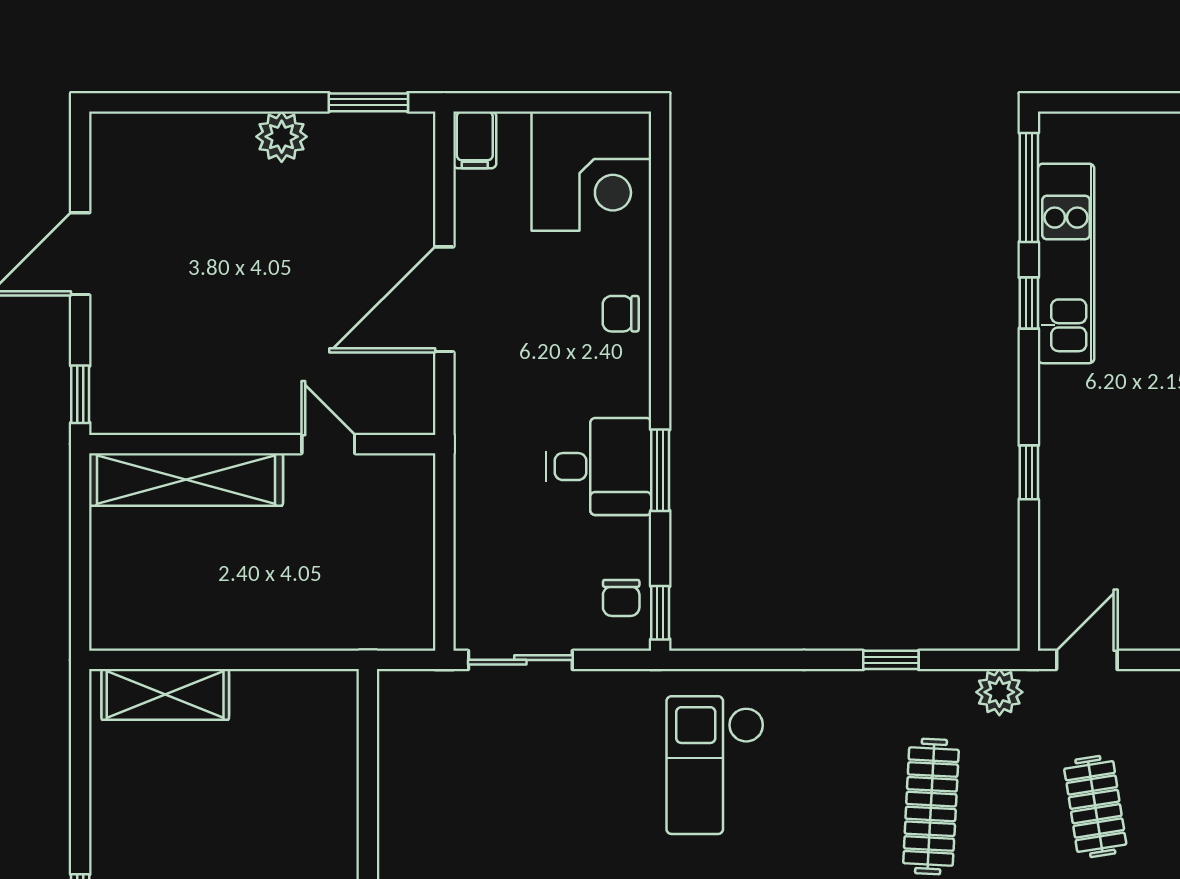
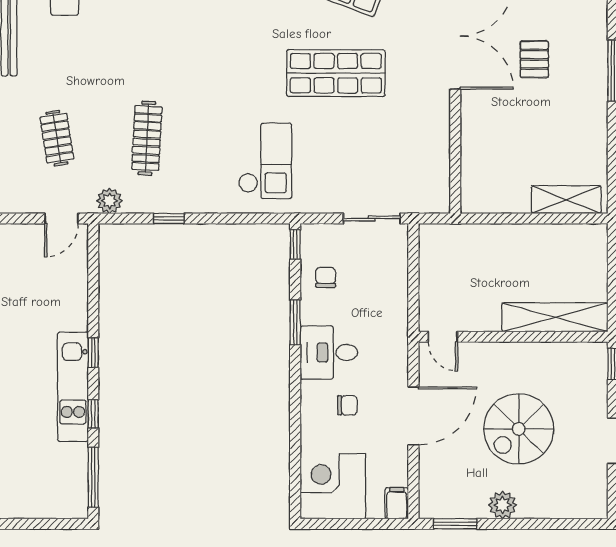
kitchen unit: (1066, 263) -> (73, 387), moved
spiral stairs: (252, 276) -> (519, 429), added
chair: (621, 314) -> (347, 405), moved
door: (328, 444) -> (443, 337), moved
desk: (599, 467) -> (329, 353), moved
window: (1029, 472) -> (93, 353), moved
chair: (621, 598) -> (326, 277), moved

